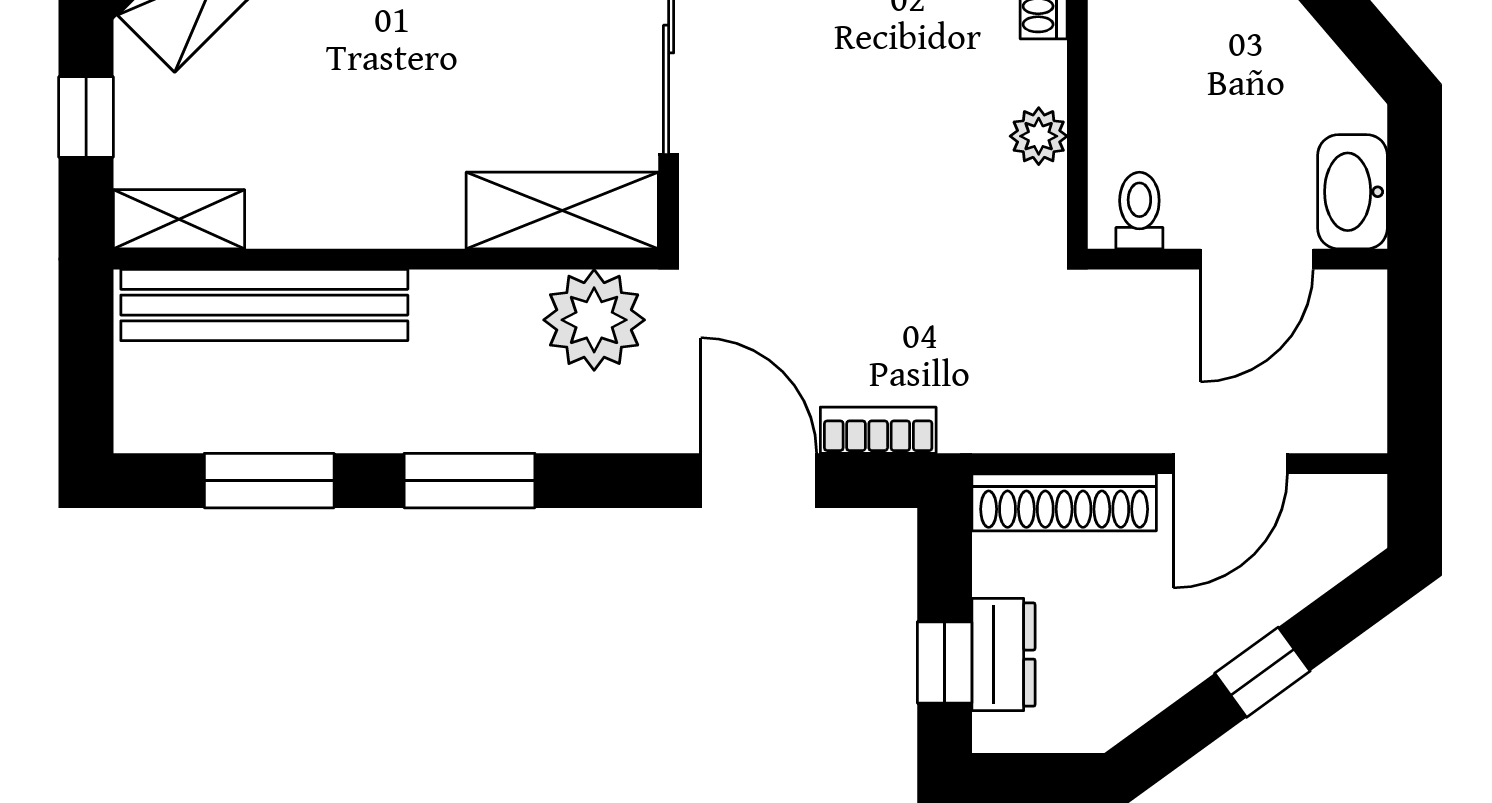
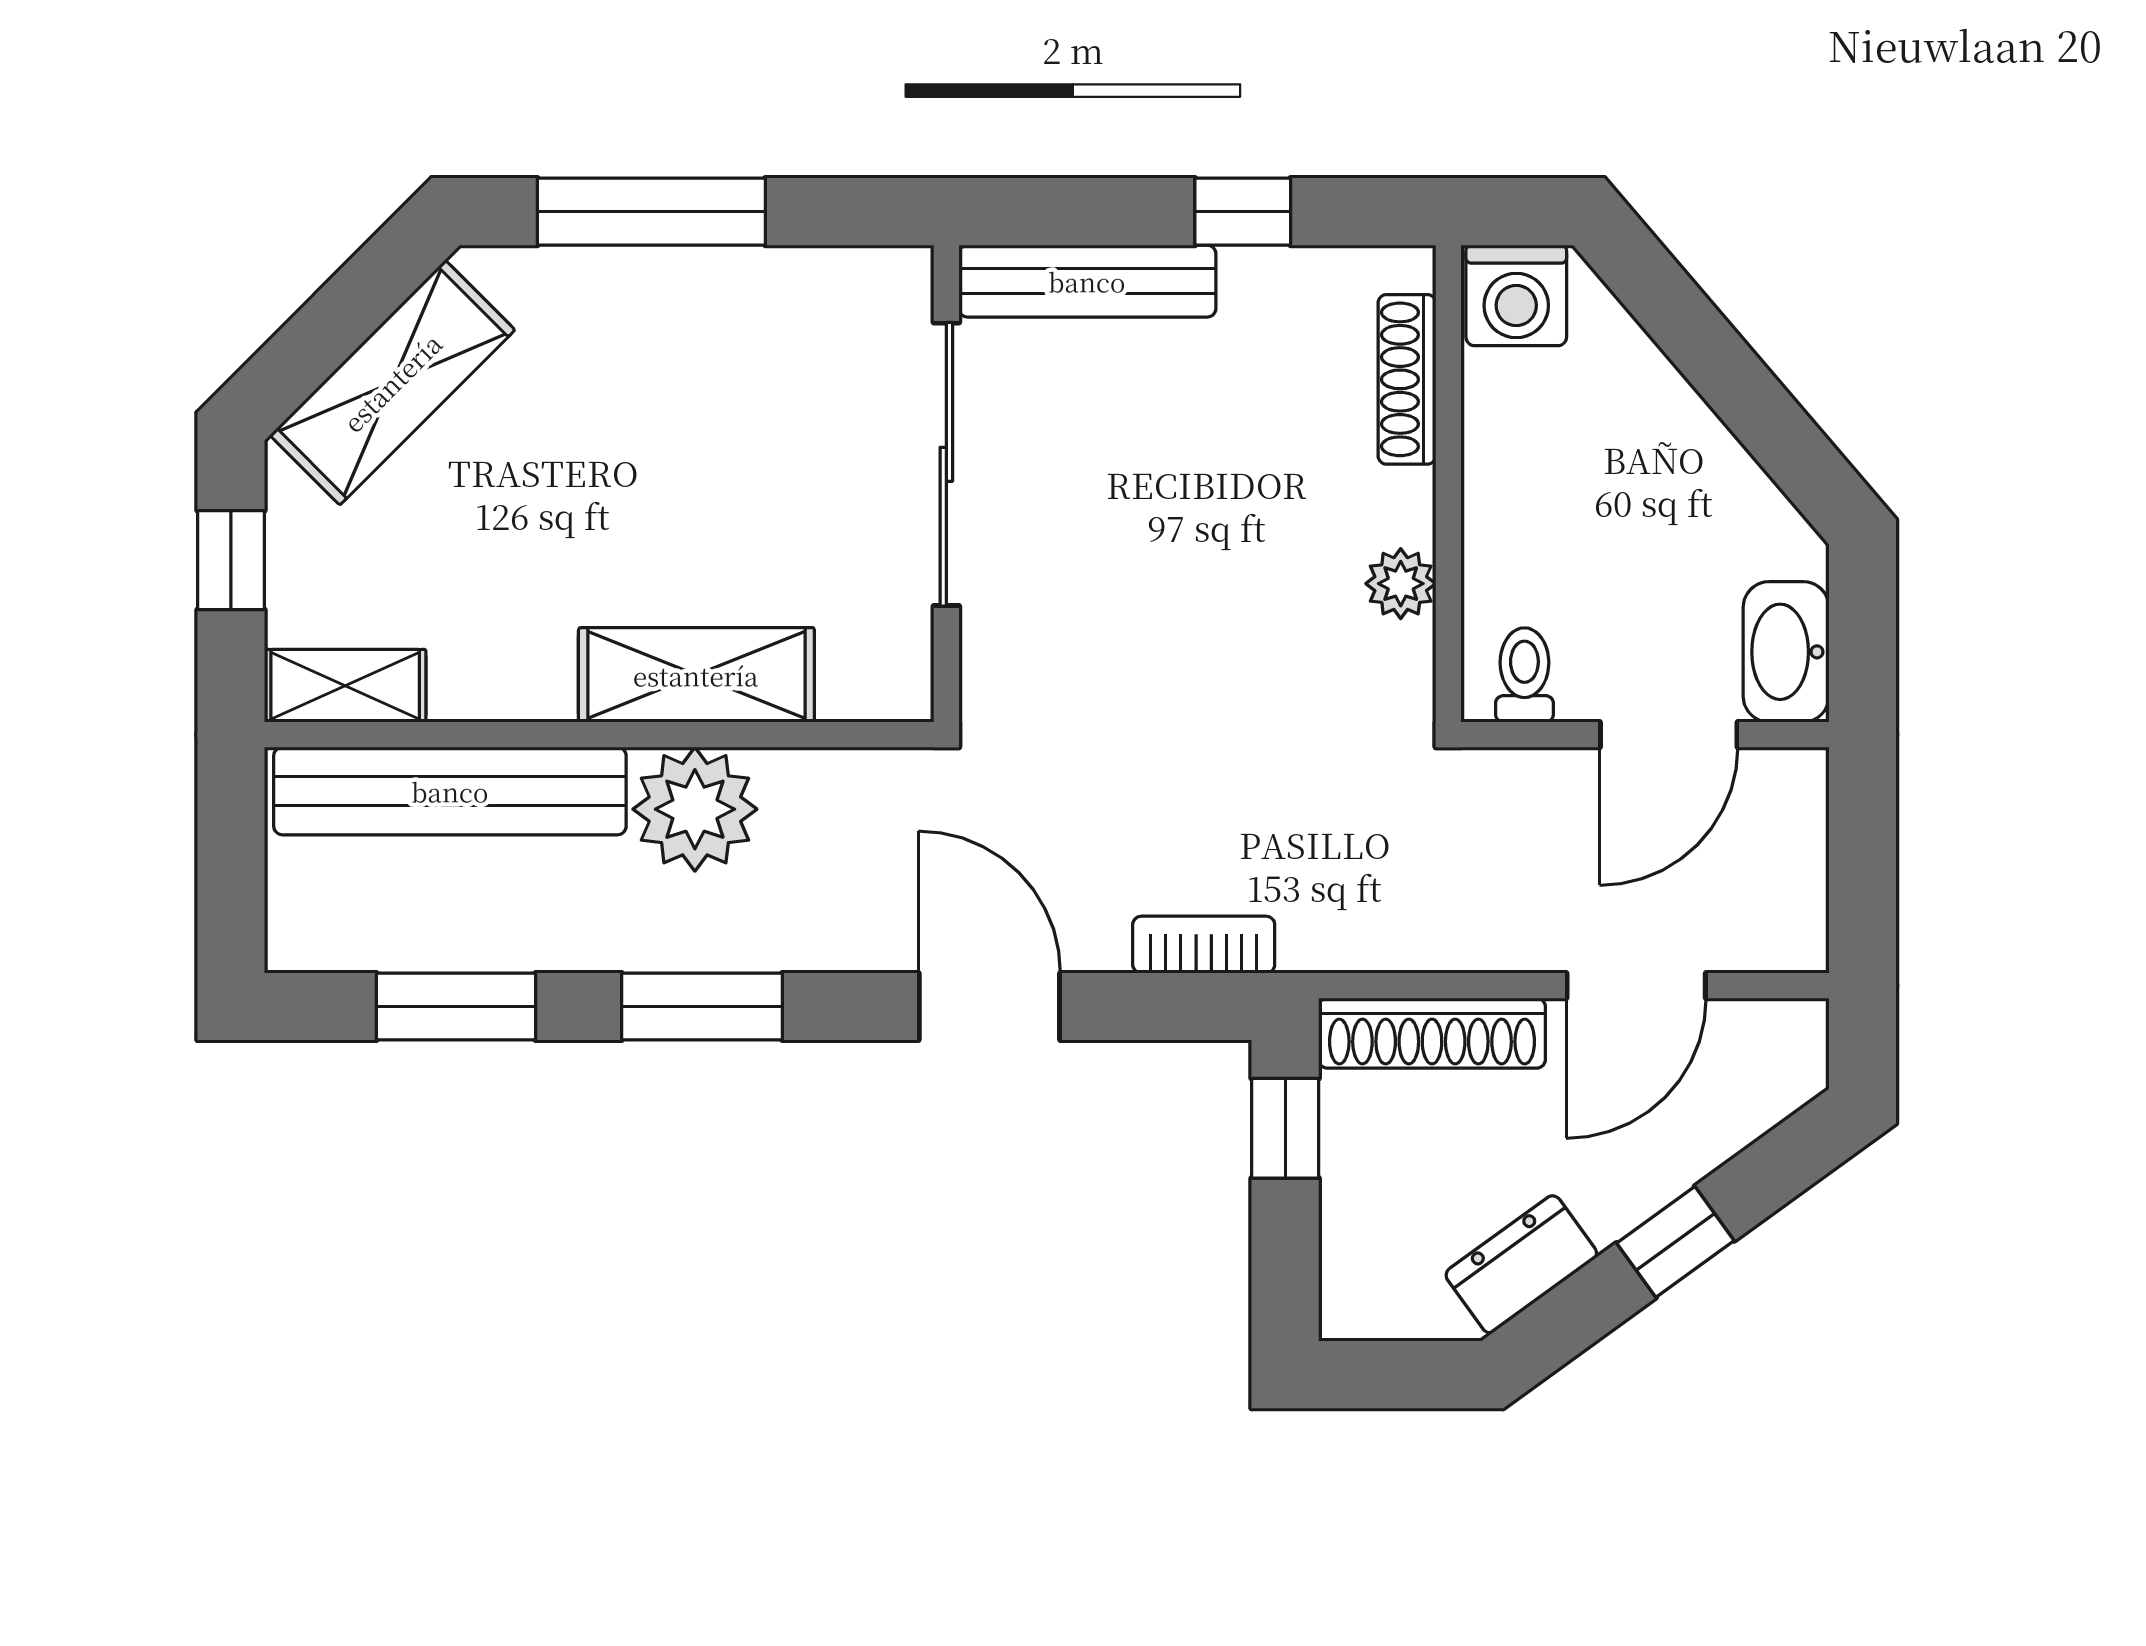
shelving: (562, 210) -> (696, 675), moved
plant: (594, 320) -> (695, 809), moved
door: (759, 481) -> (989, 1006), moved
dresser: (1003, 655) -> (1521, 1264), moved, turned -126
window: (945, 662) -> (1285, 1128), moved

